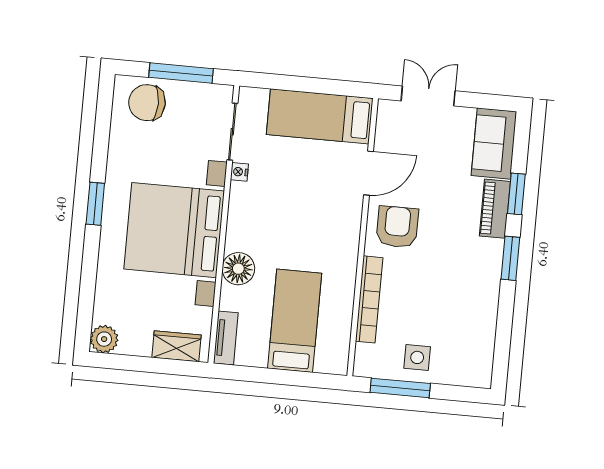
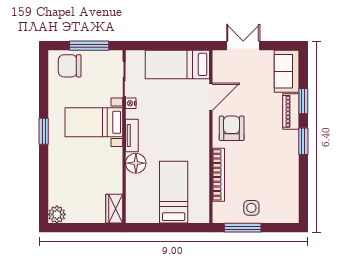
bed with nightstands: (174, 230) -> (94, 122), width x0.54
tv unit: (226, 338) -> (132, 136), moved
wardrobe: (176, 346) -> (114, 209), moved, turned -90

